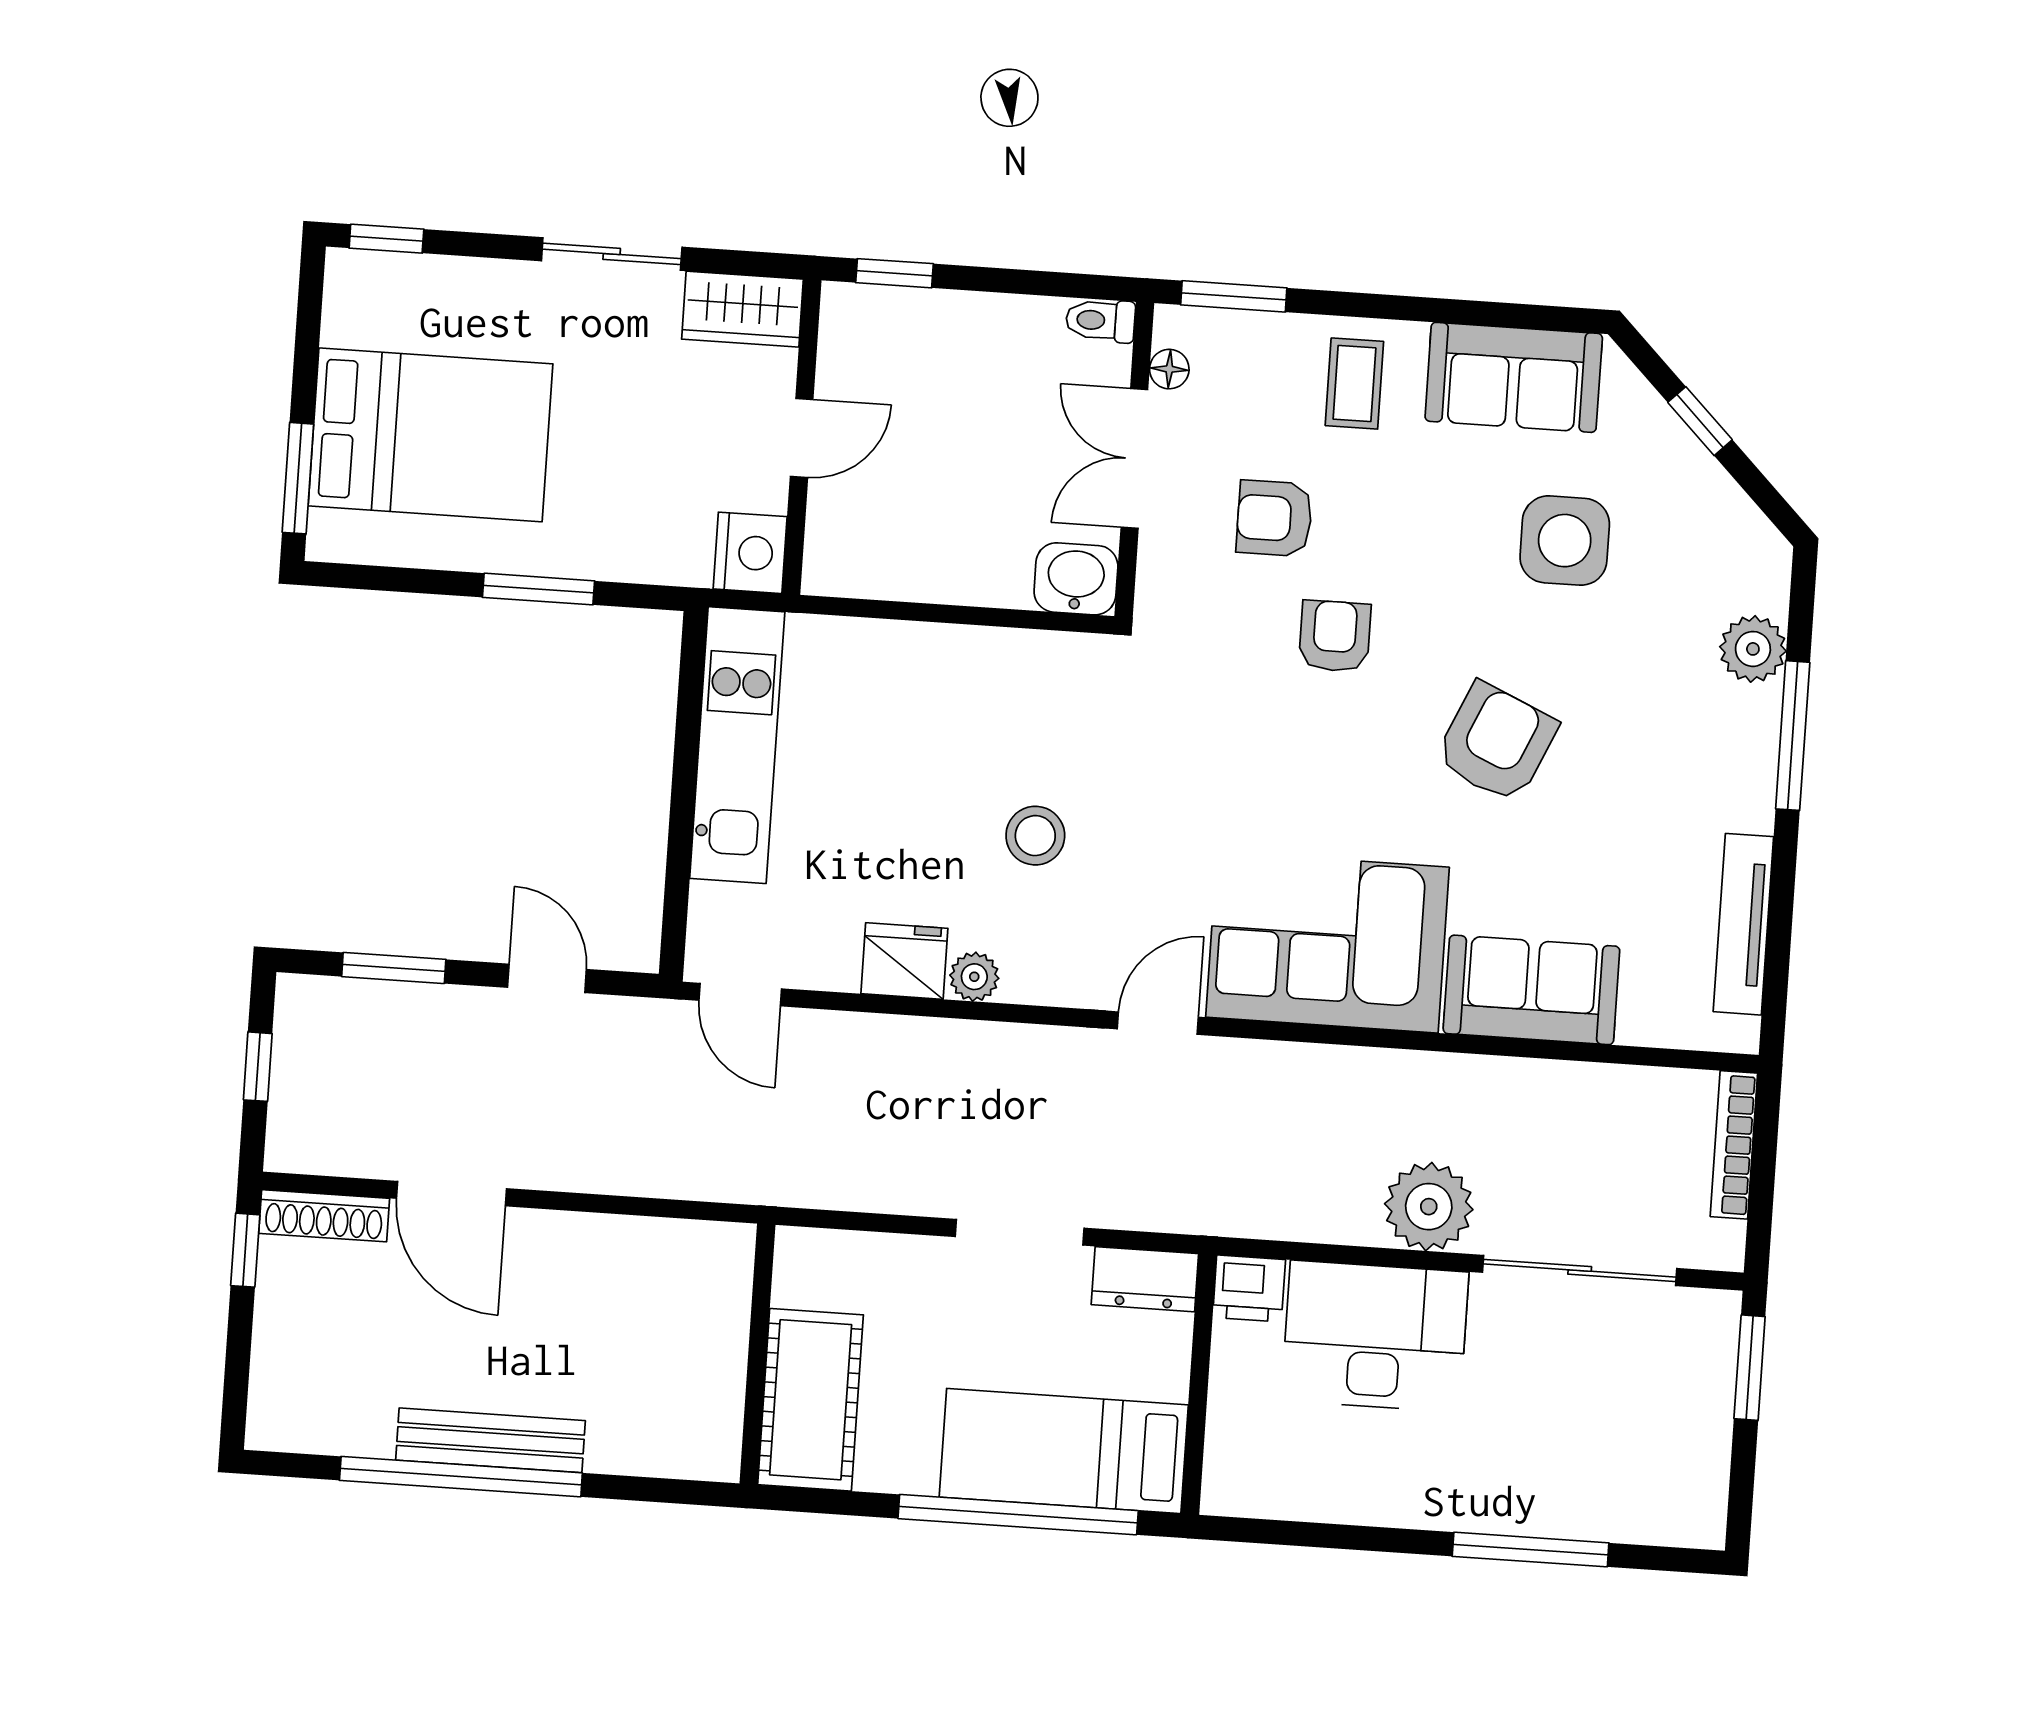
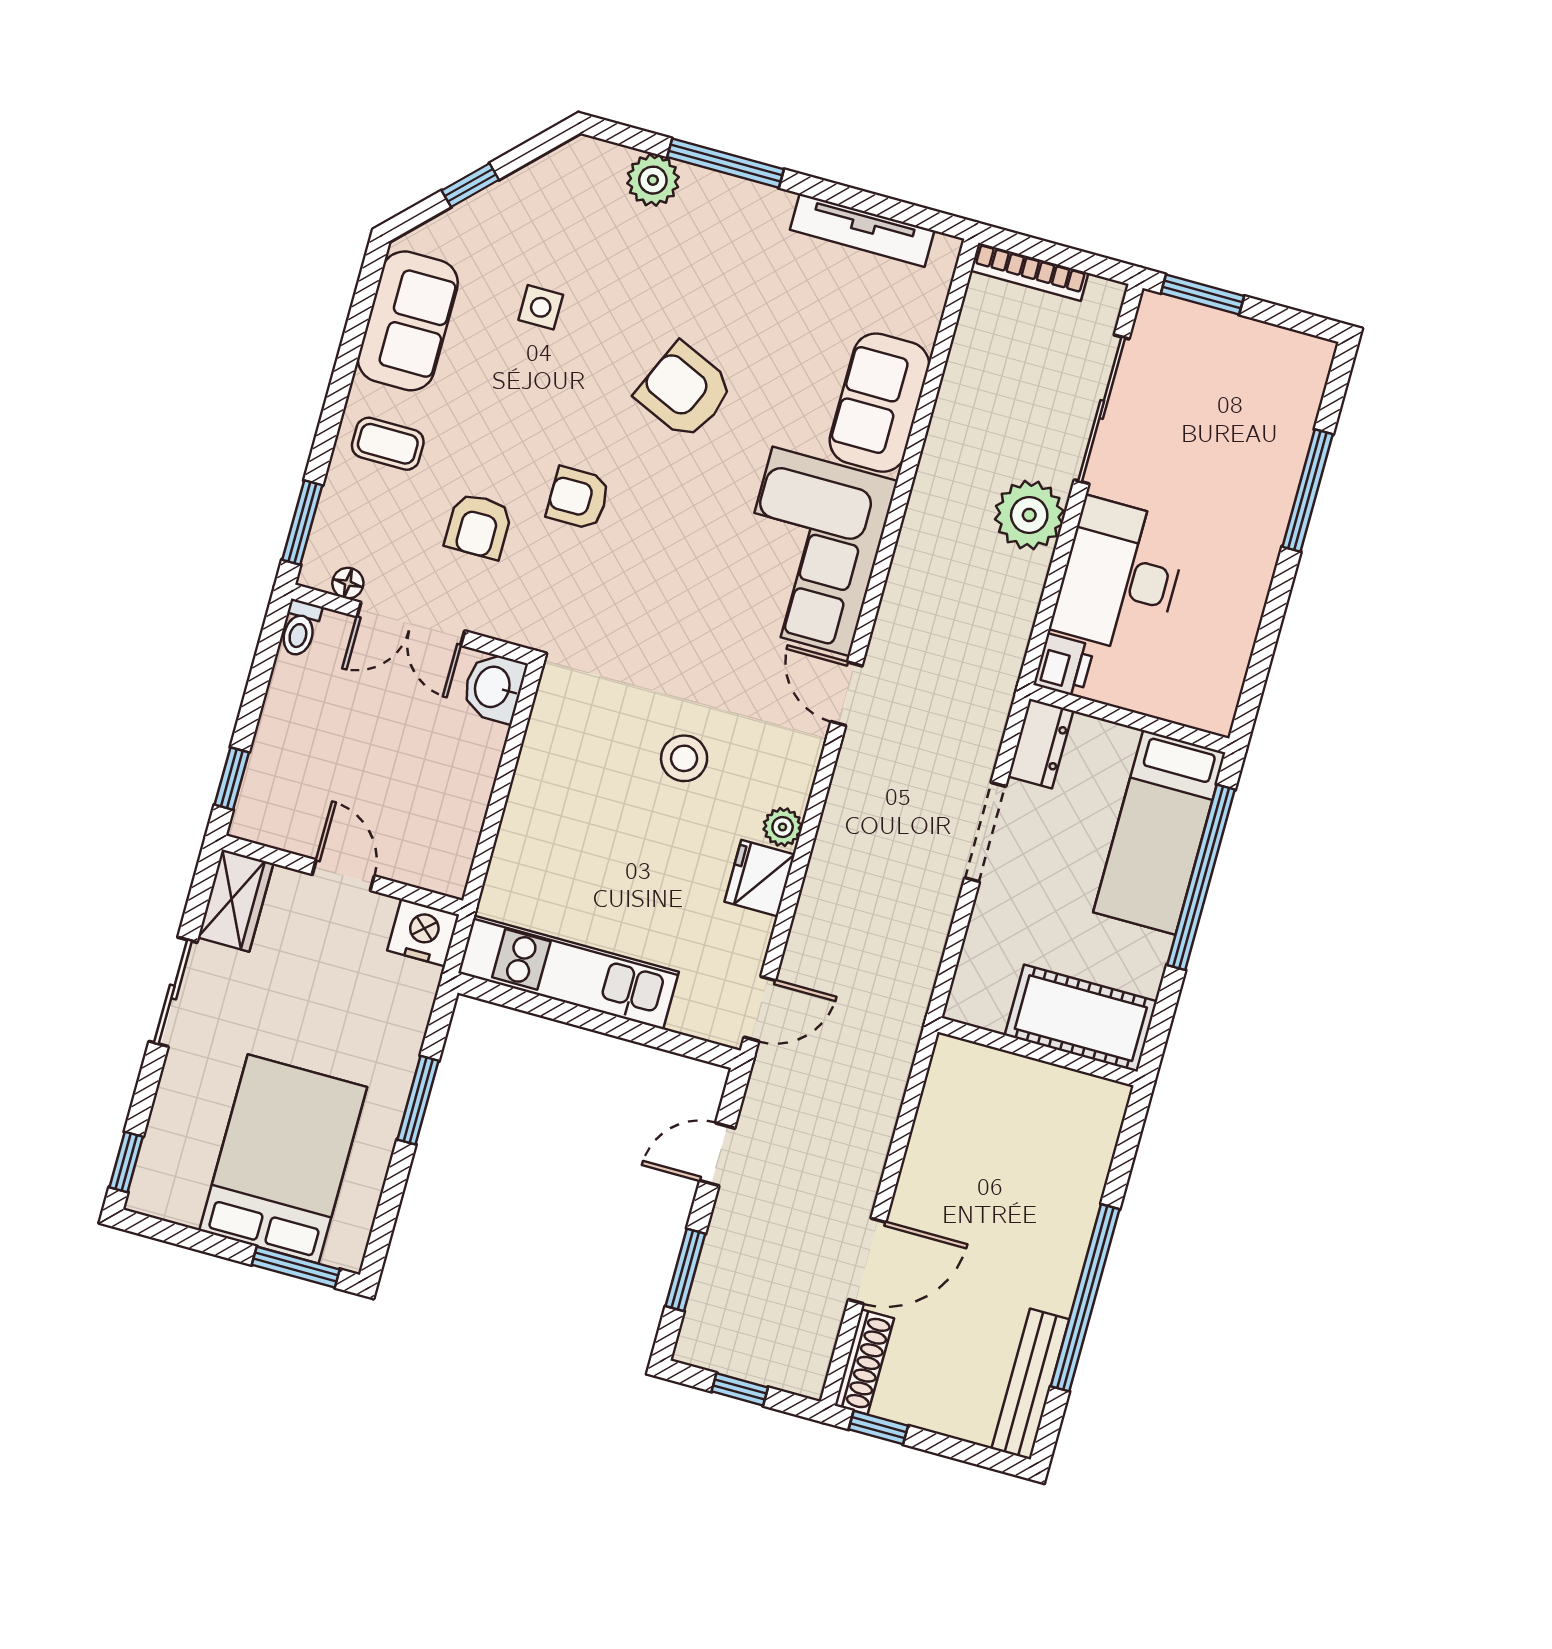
side table: (1565, 541) -> (541, 307), width x0.54, depth x0.54
bench: (490, 1440) -> (1030, 1384), moved

